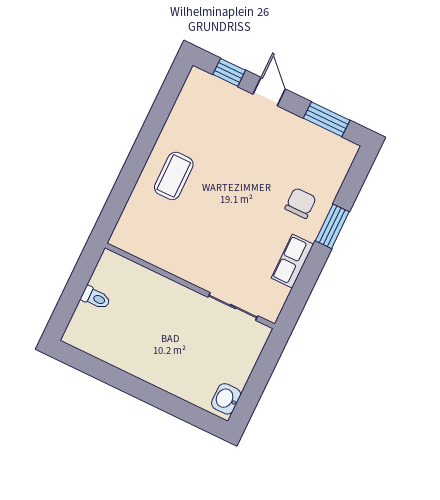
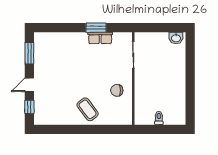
coffee table: (174, 176) -> (88, 109), turned 53
chair: (301, 203) -> (117, 90), moved
window: (332, 226) -> (96, 28), moved

